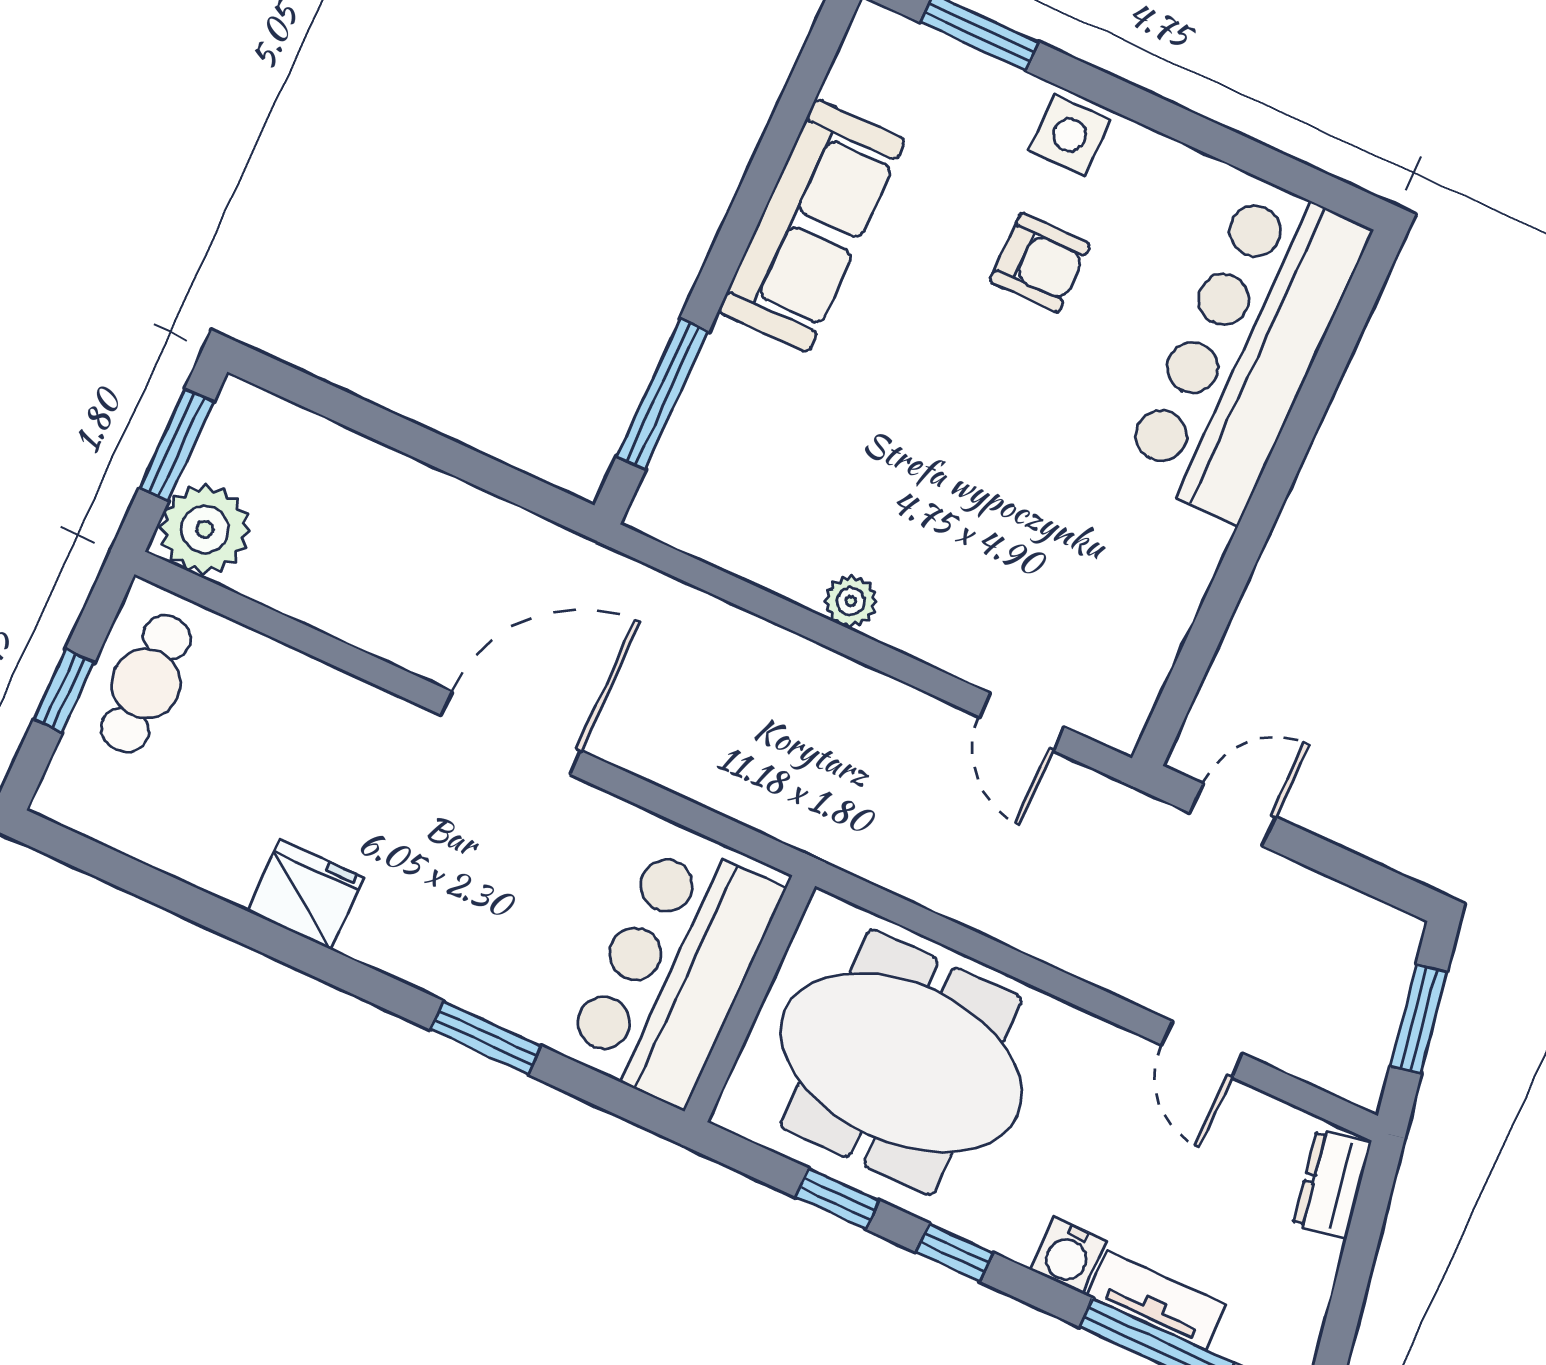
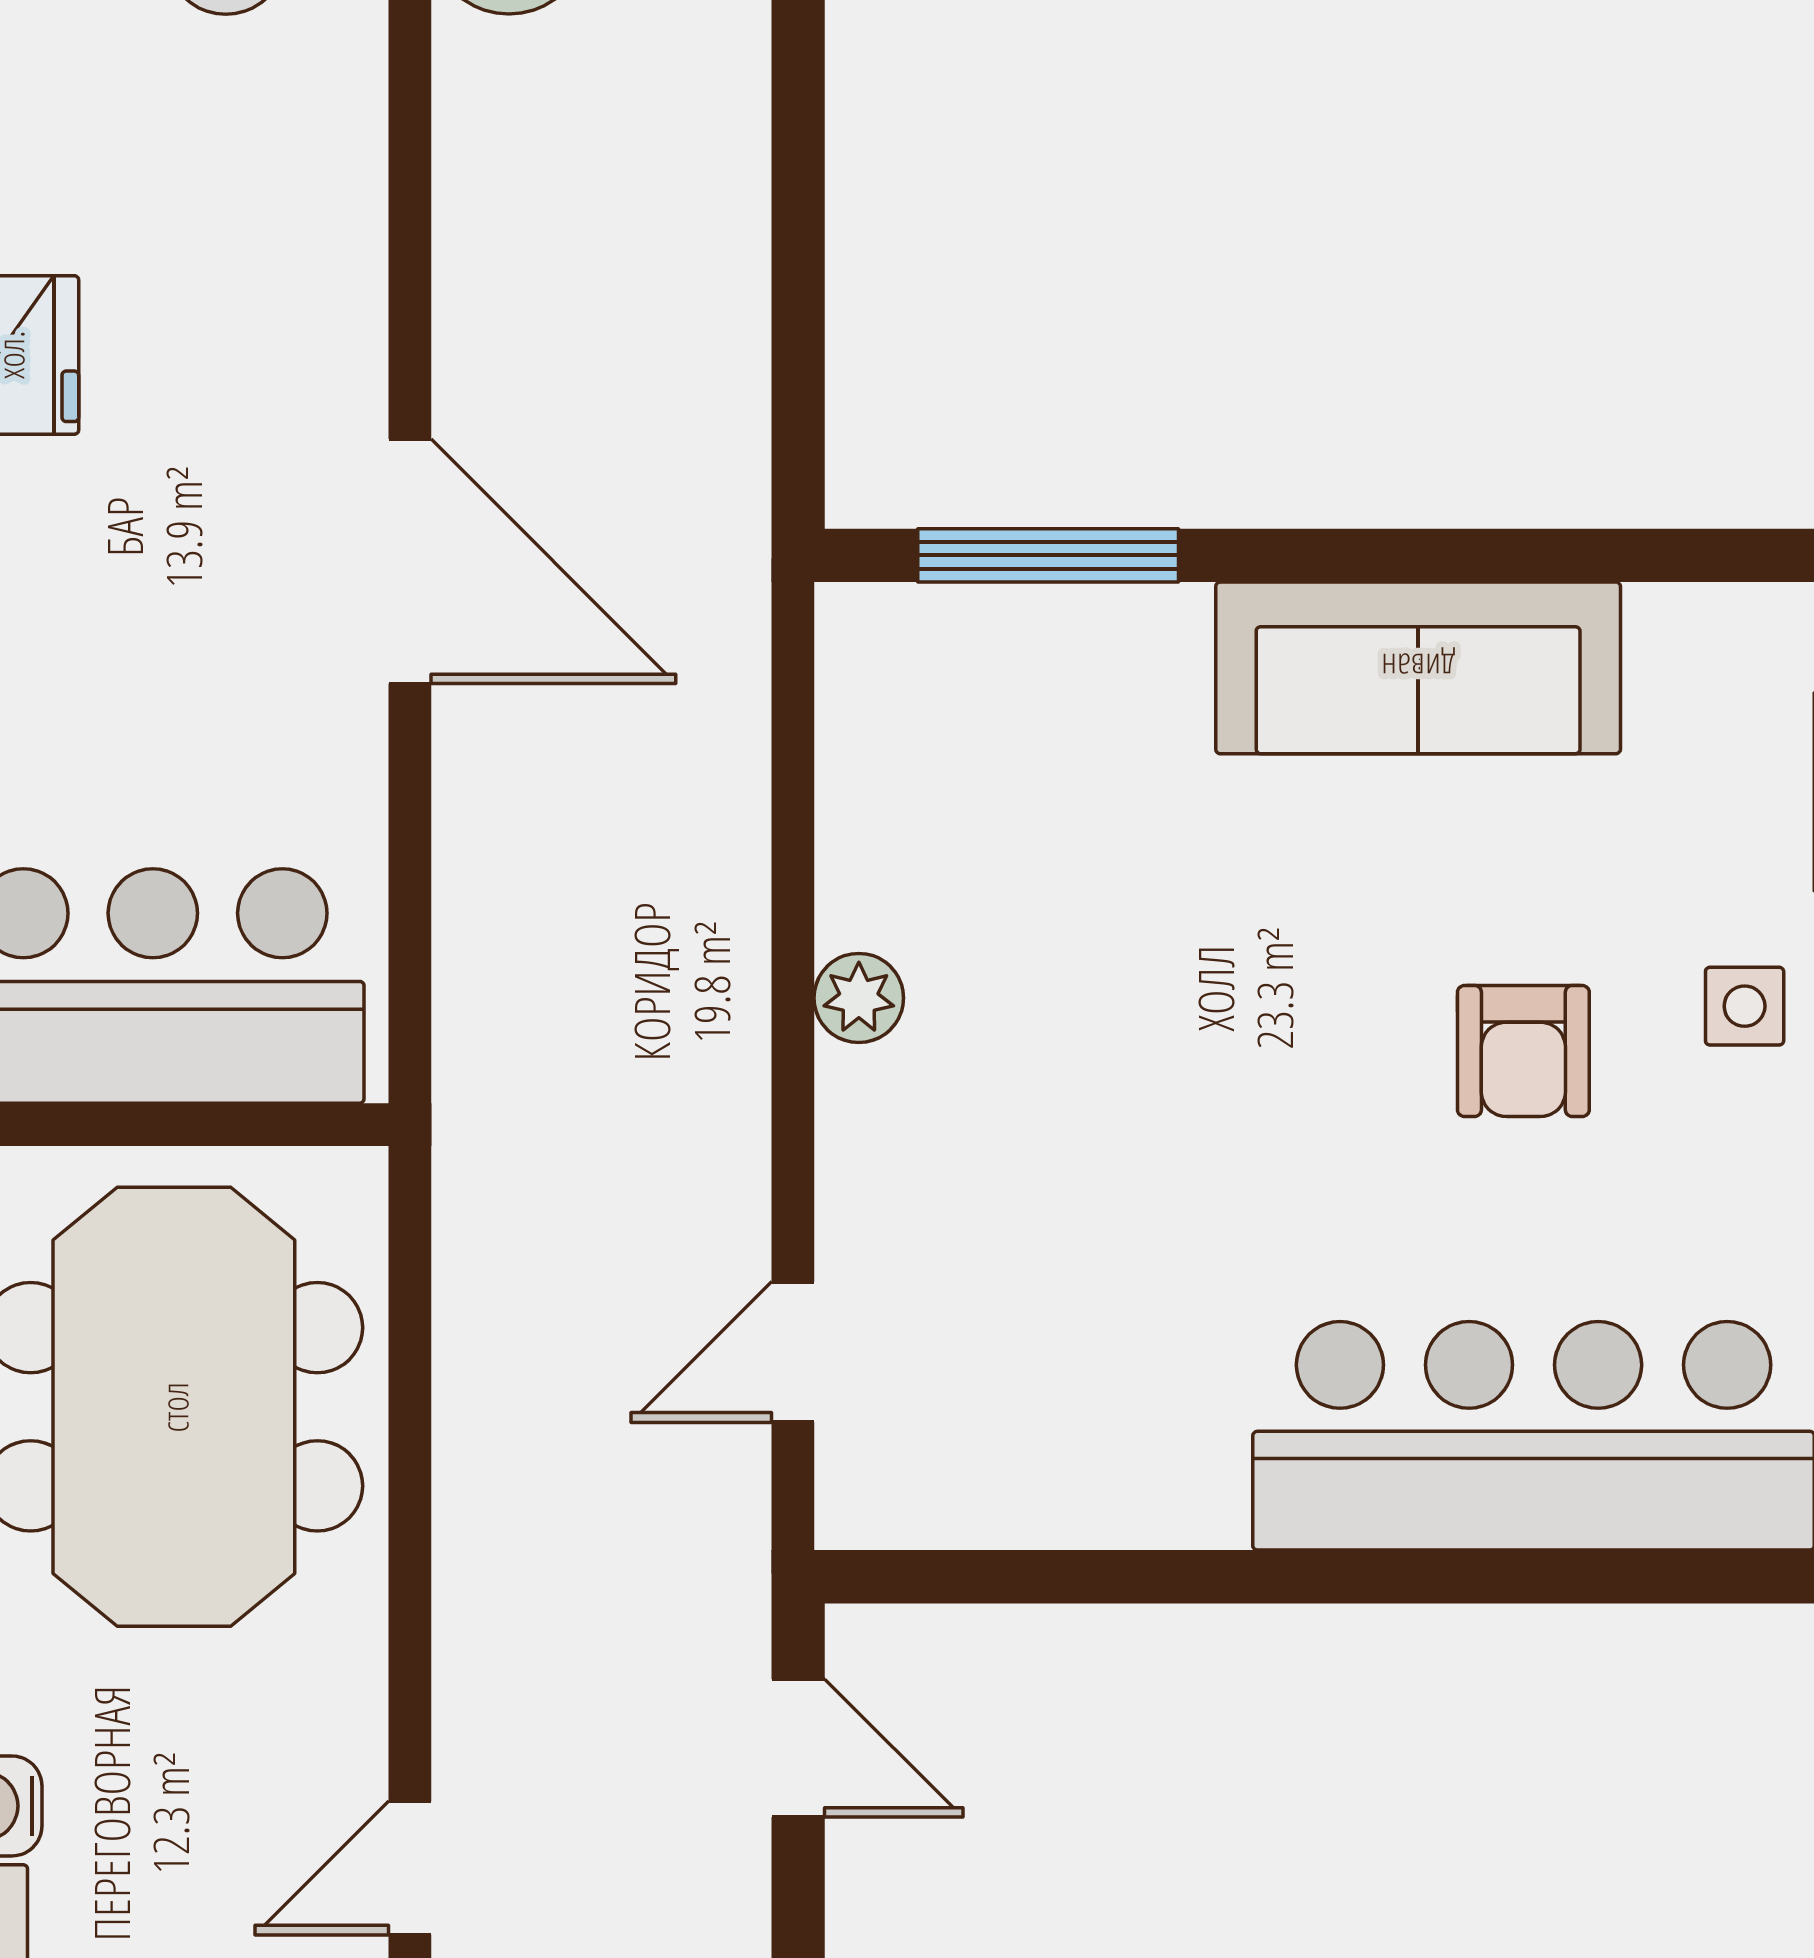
side table: (1069, 135) -> (1745, 1006), width x0.73, depth x0.73

